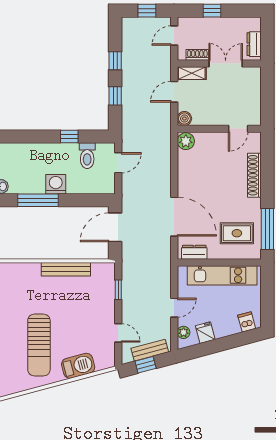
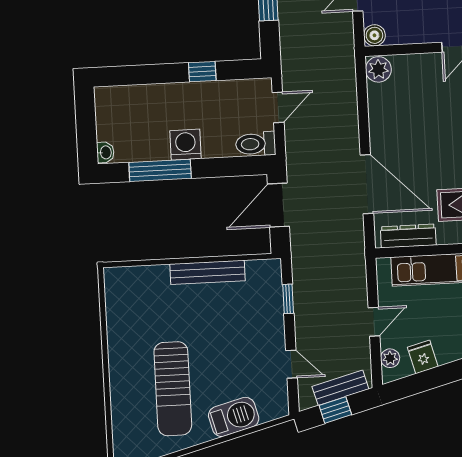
toilet: (87, 156) -> (256, 144), moved, turned 90
dresser: (194, 252) -> (408, 236), width x1.44

